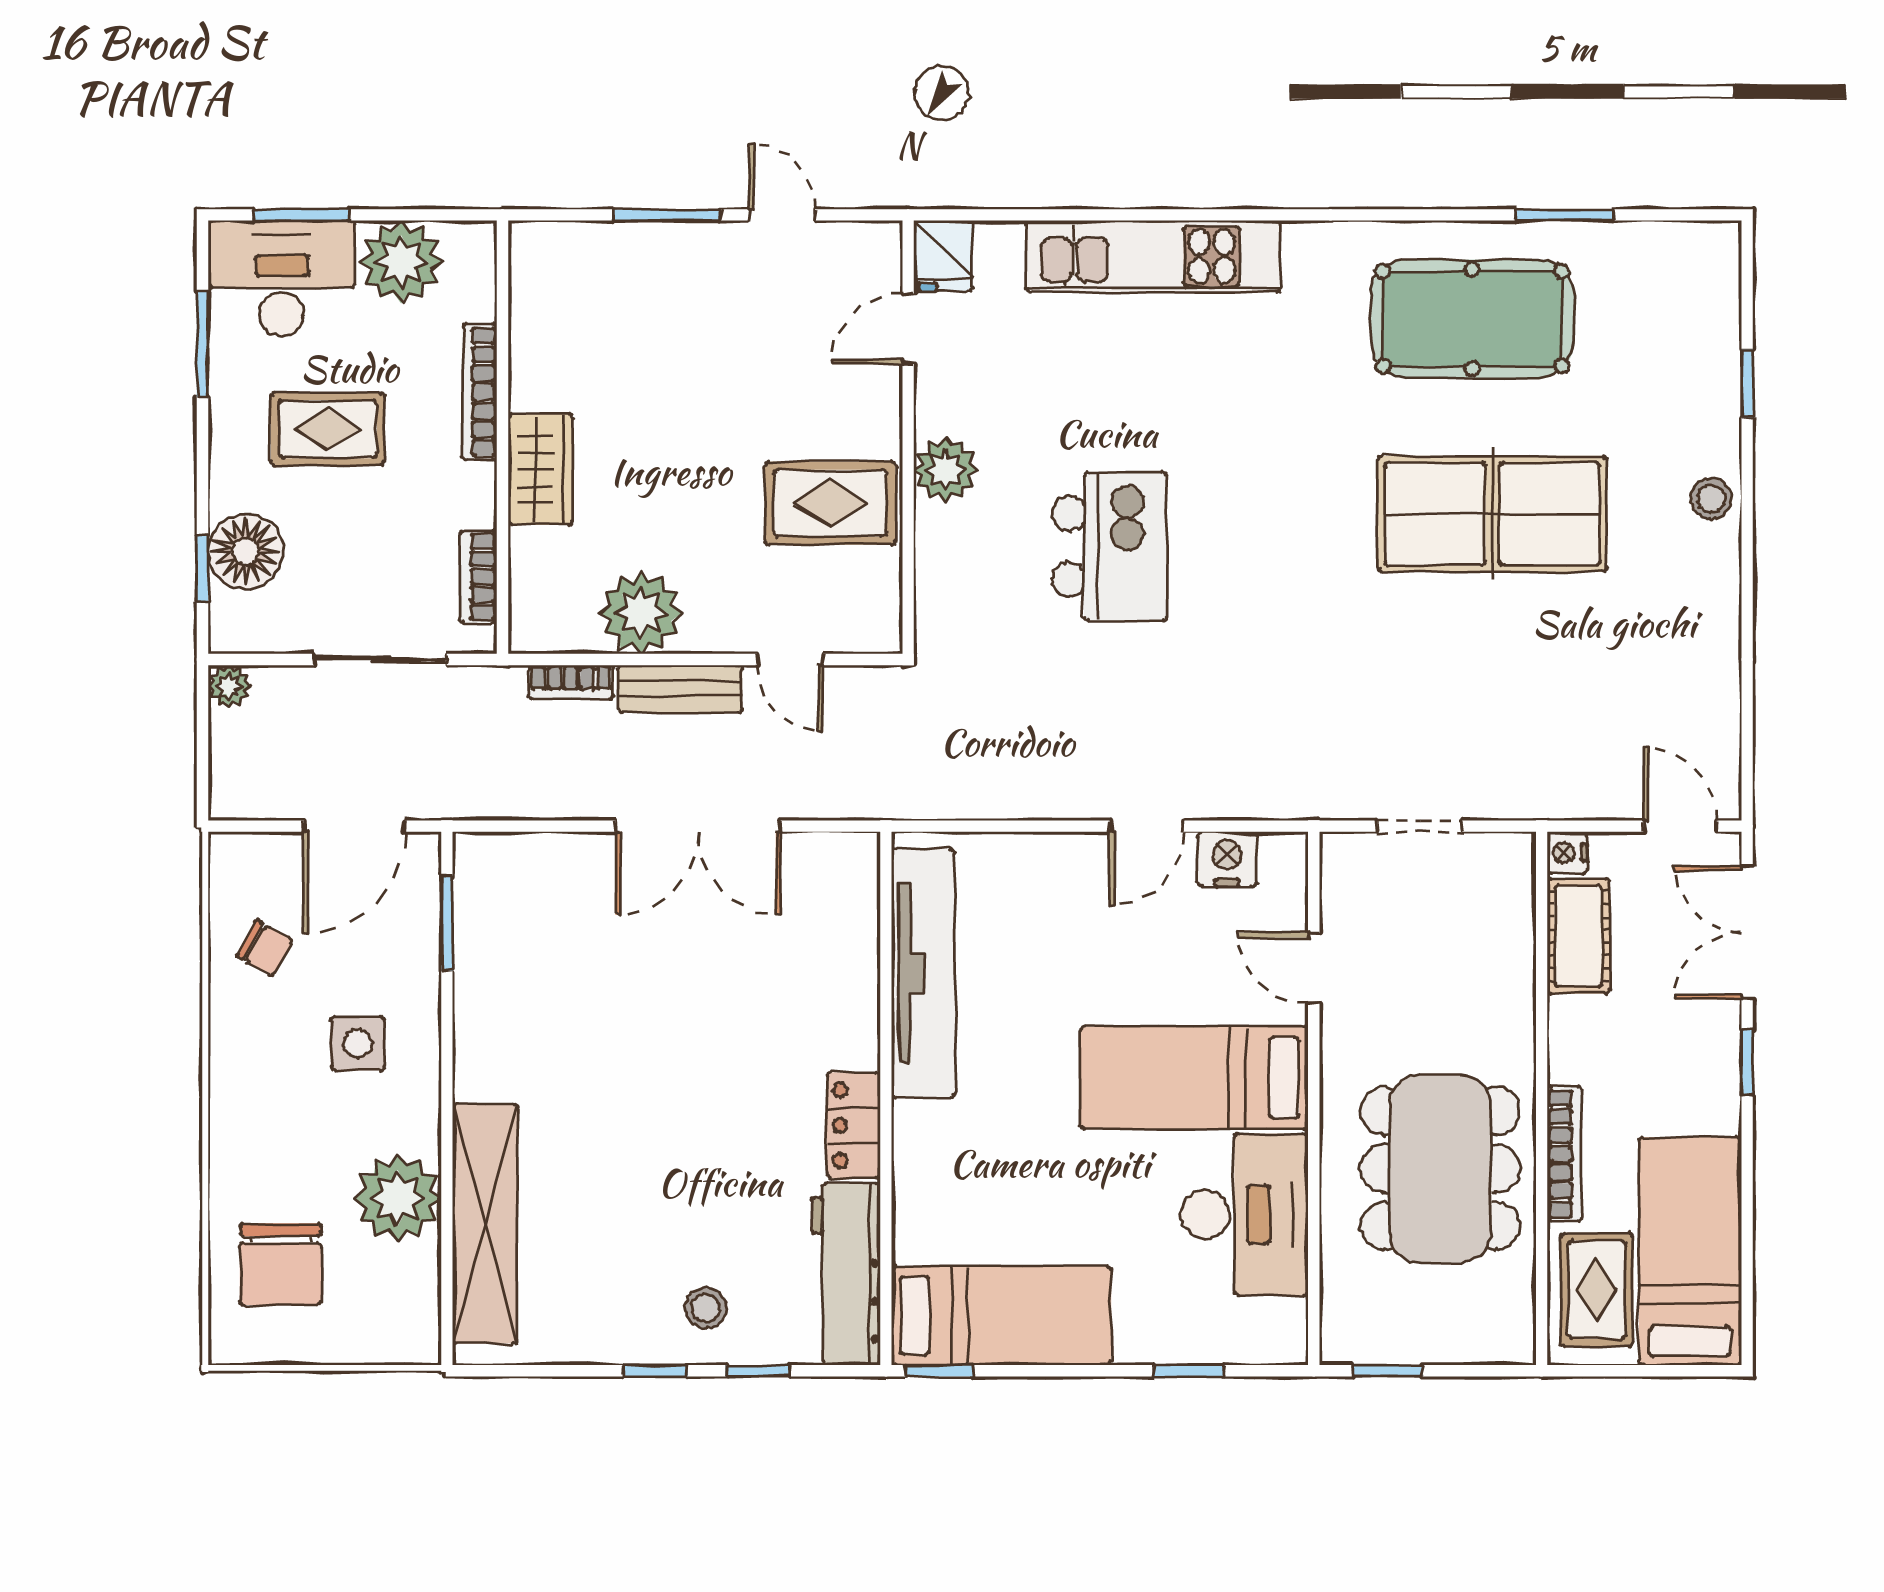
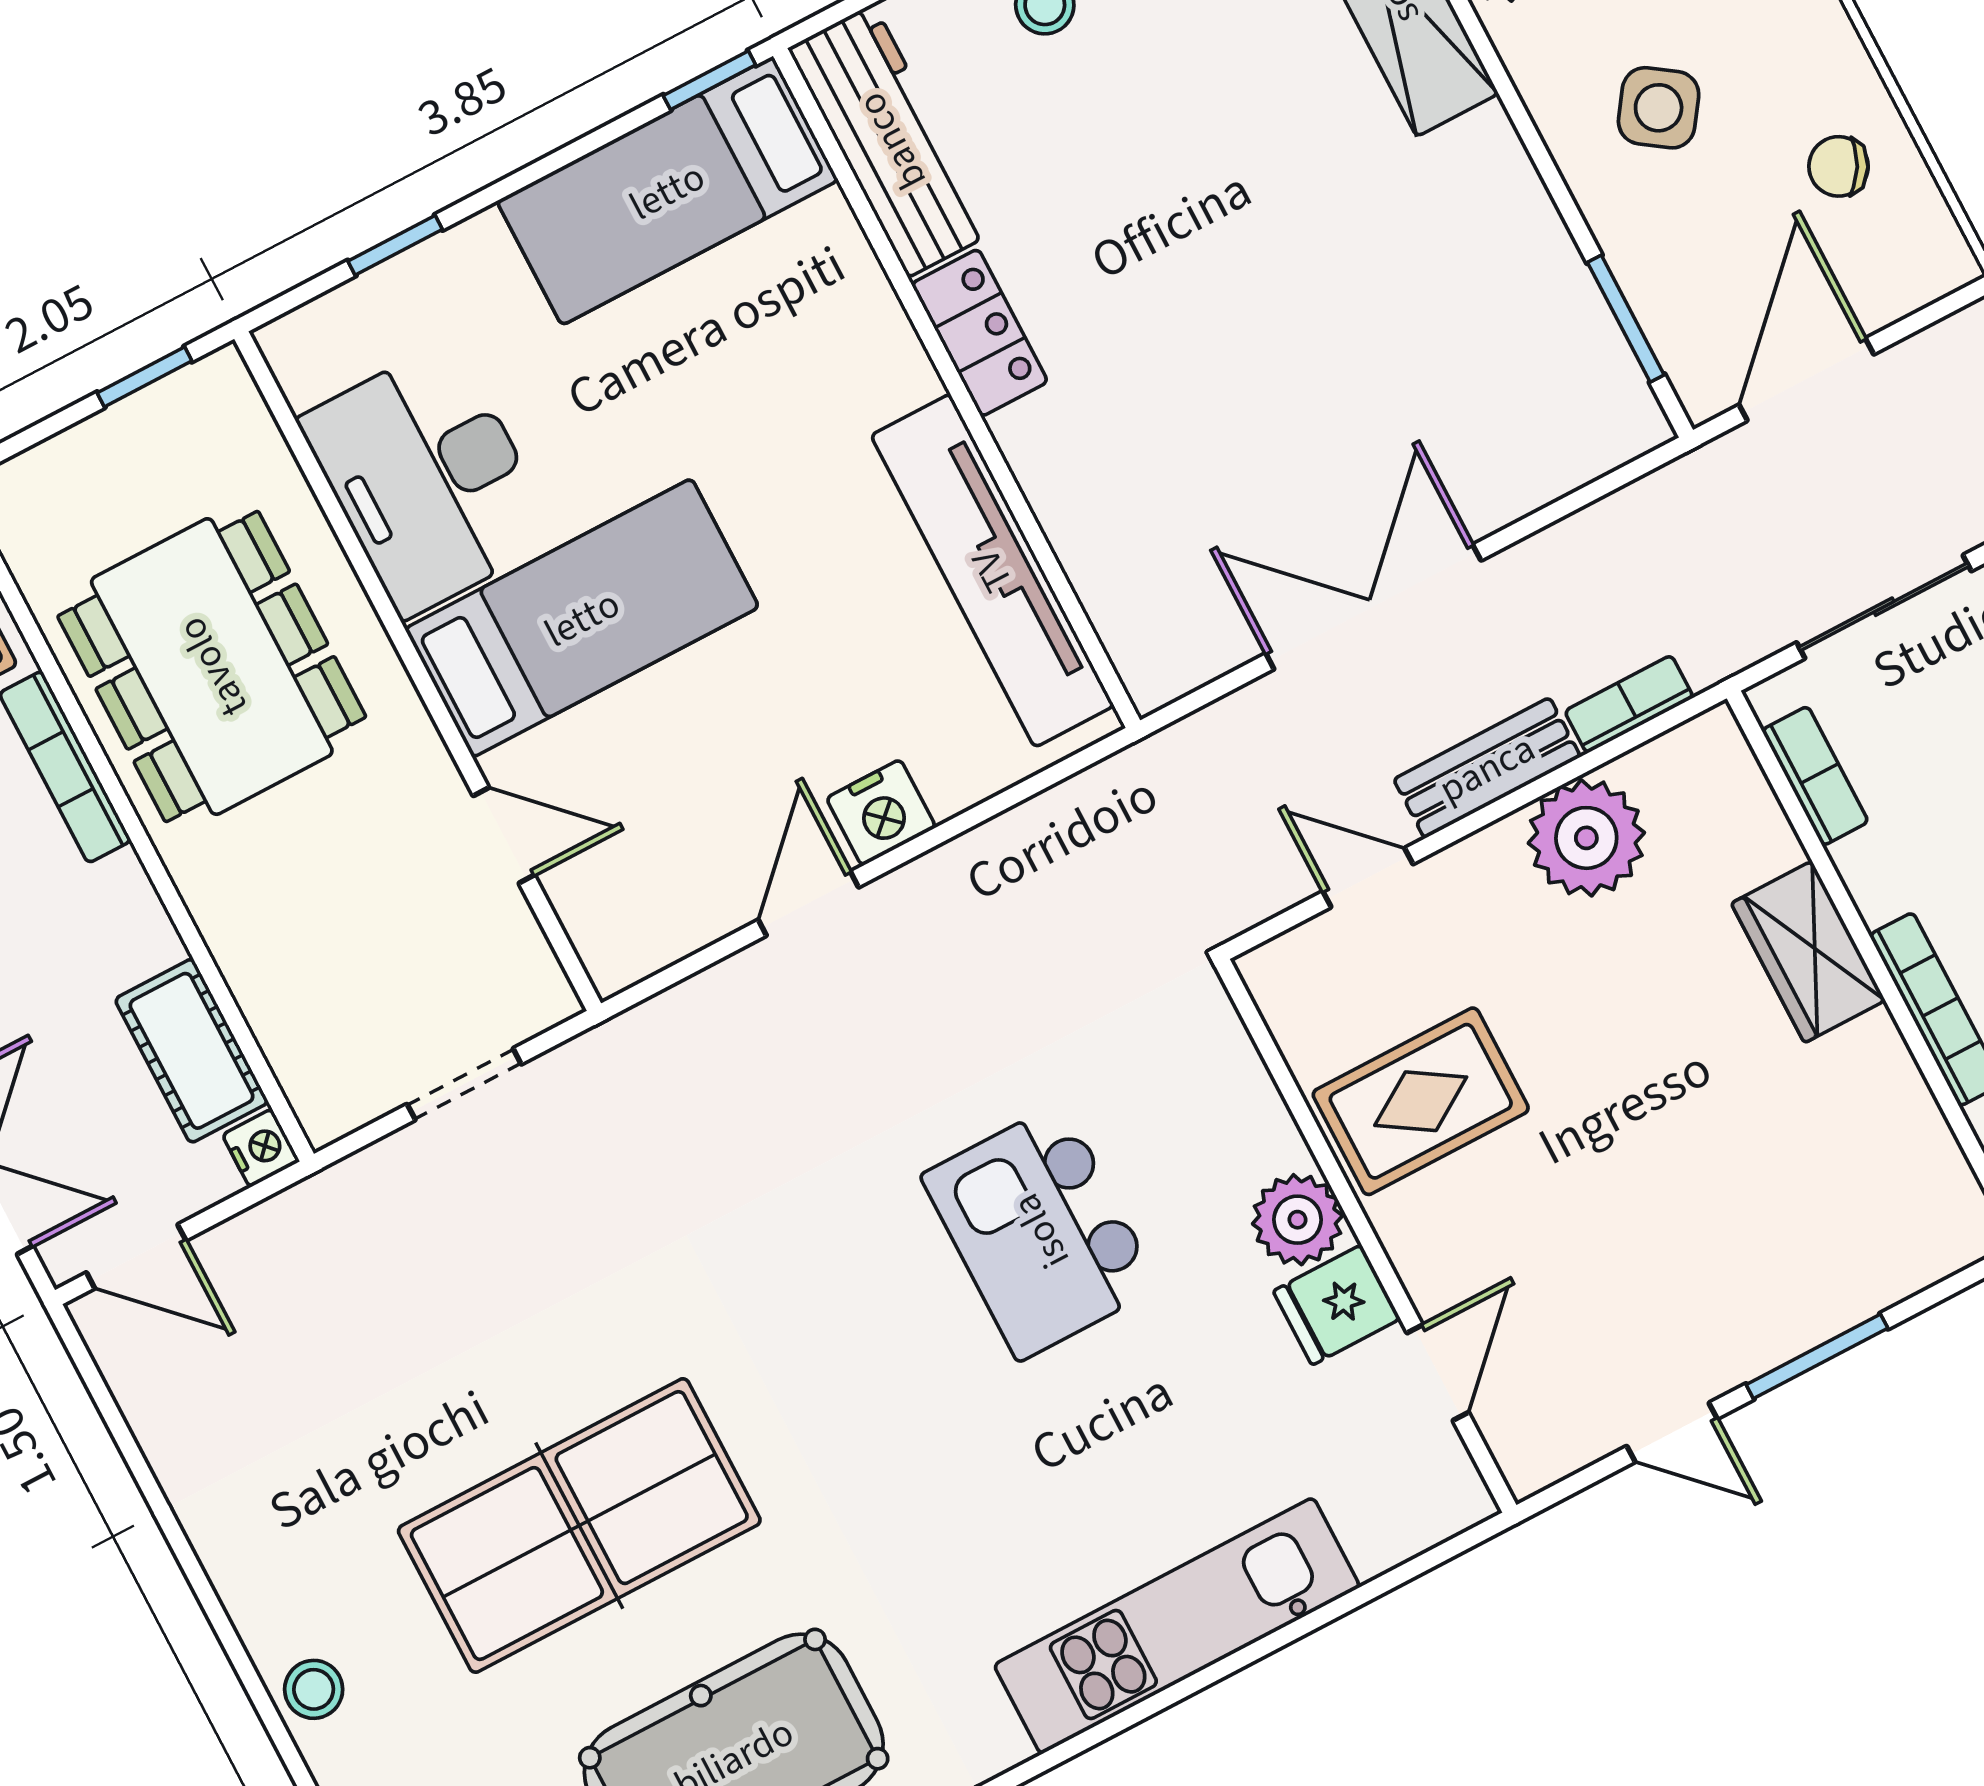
fridge: (943, 256) -> (1337, 1305), moved, turned -90
nightstand: (1227, 859) -> (881, 813), moved
side table: (358, 1044) -> (1659, 108), turned 35

